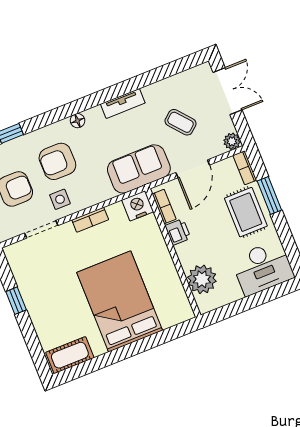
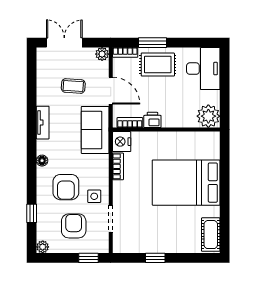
coffee table: (181, 122) -> (73, 86), turned 44
bookcase: (90, 220) -> (118, 166), moved
plant: (202, 279) -> (208, 116), moved

